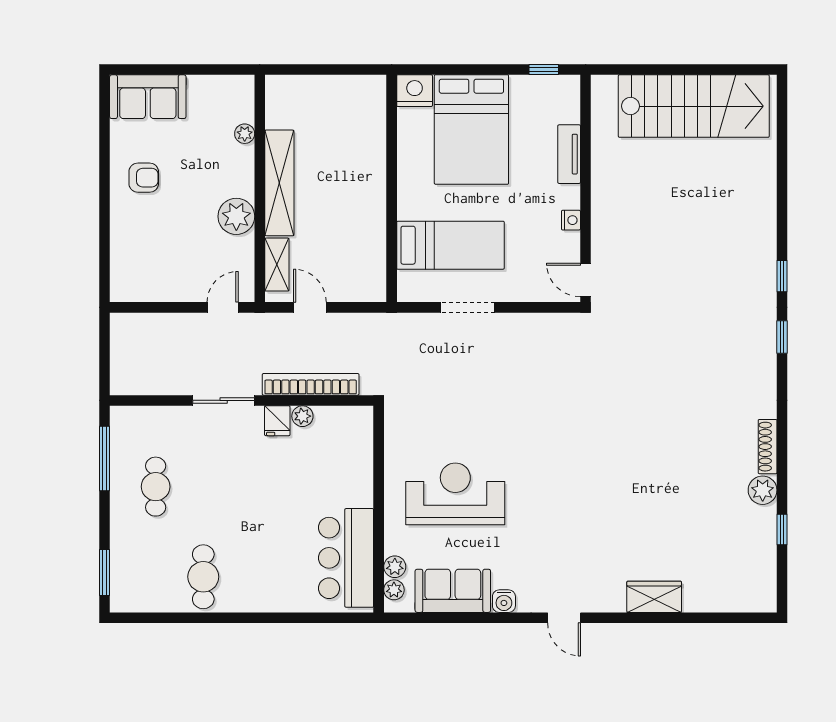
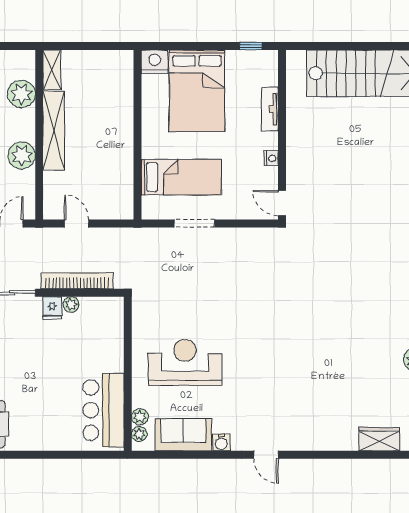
plant: (245, 134) -> (21, 94), width x1.87, depth x1.87
shelving: (277, 265) -> (52, 70), moved
wardrobe: (654, 597) -> (379, 439), moved

